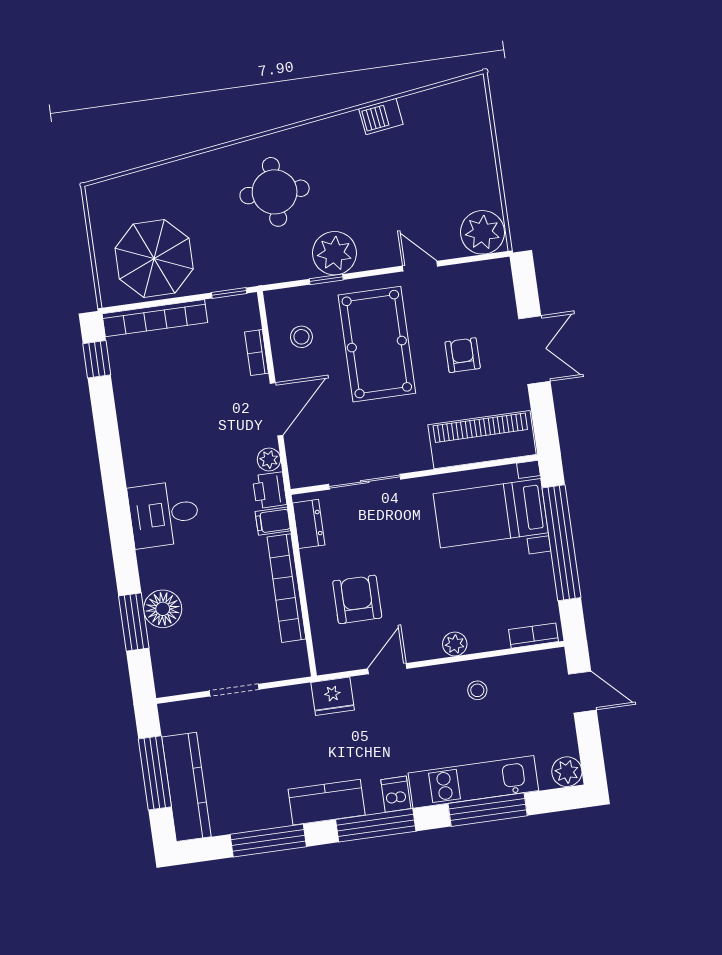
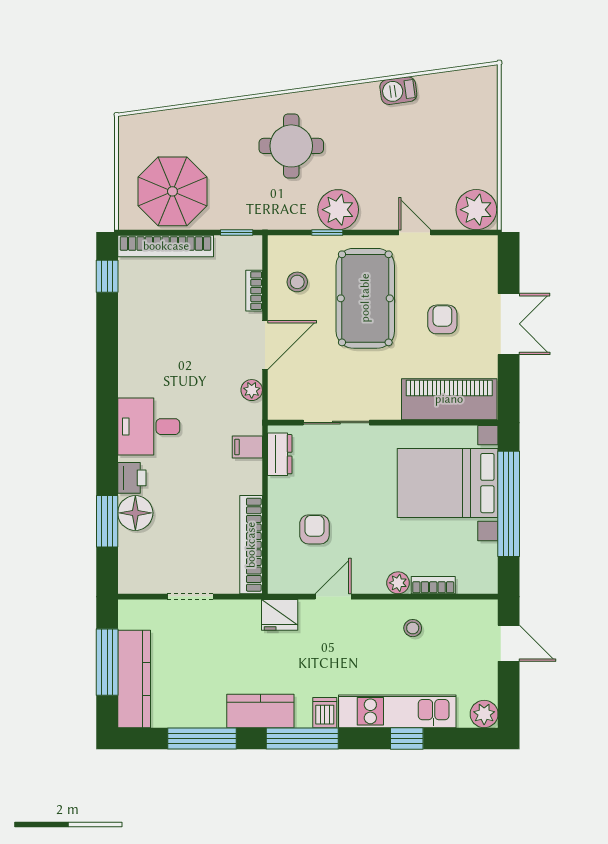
printer: (270, 490) -> (132, 478), moved, turned 180
bed with nightstands: (491, 513) -> (448, 483), width x1.36
bookcase: (286, 588) -> (251, 545), moved
armchair: (357, 599) -> (314, 529), width x0.72, depth x0.72
bookcase: (533, 636) -> (433, 585), moved
window: (488, 810) -> (407, 739), width x0.46

